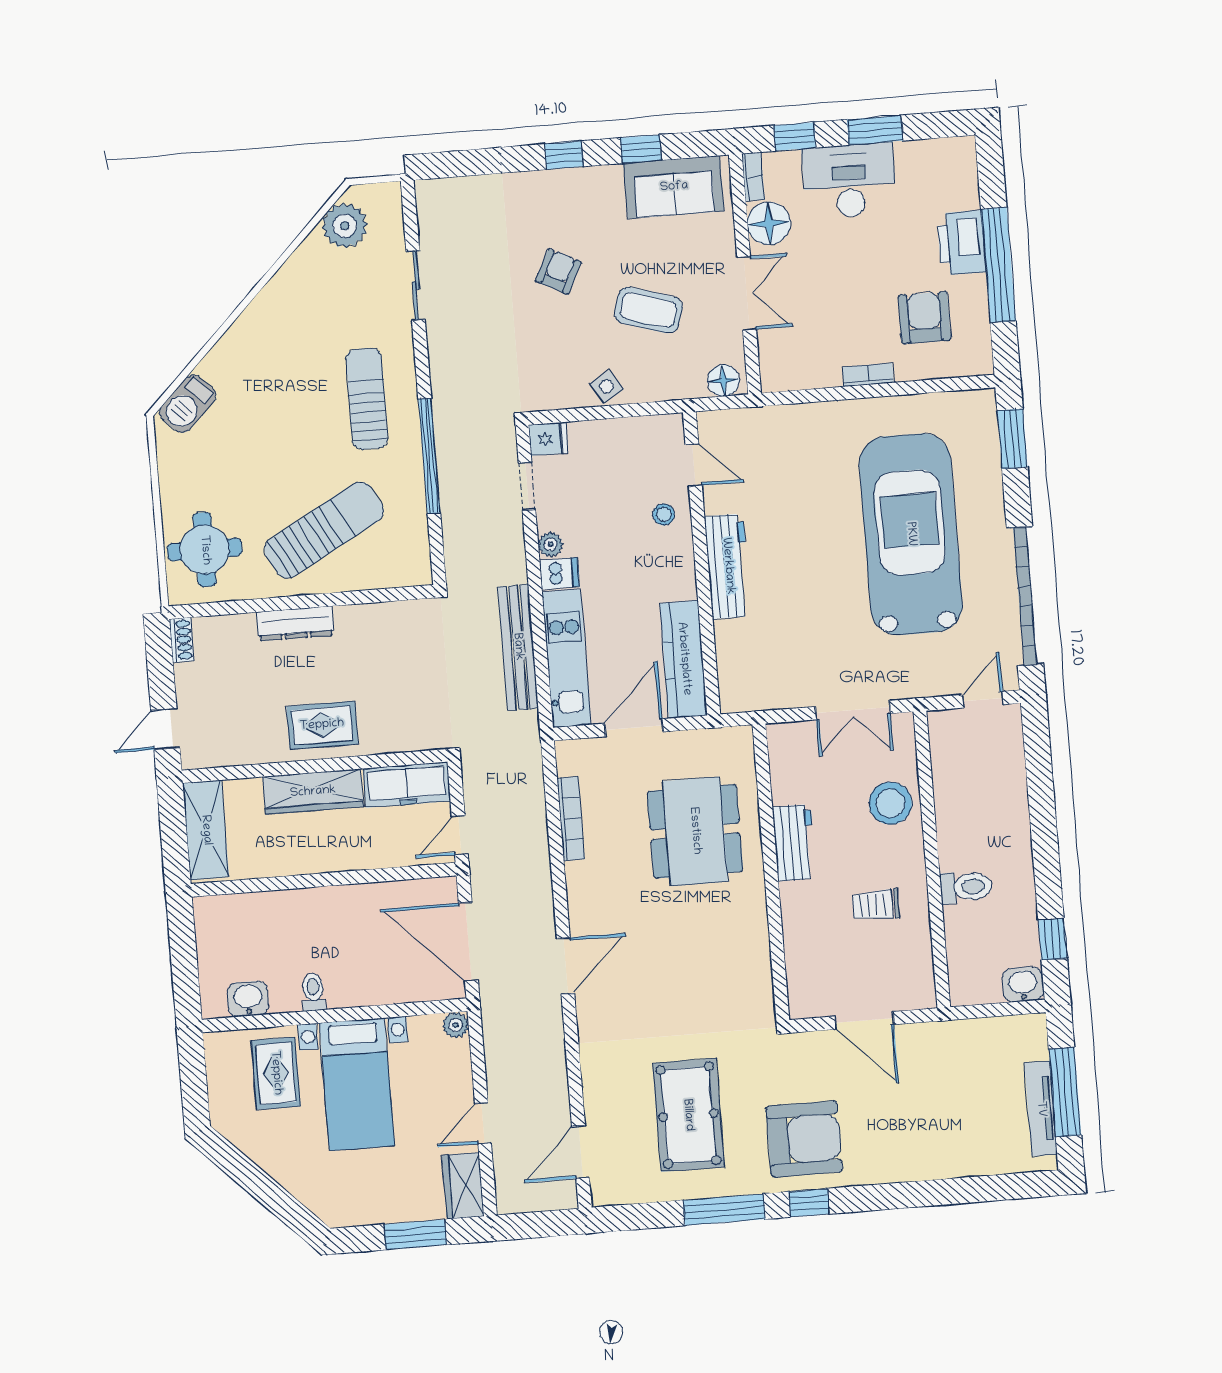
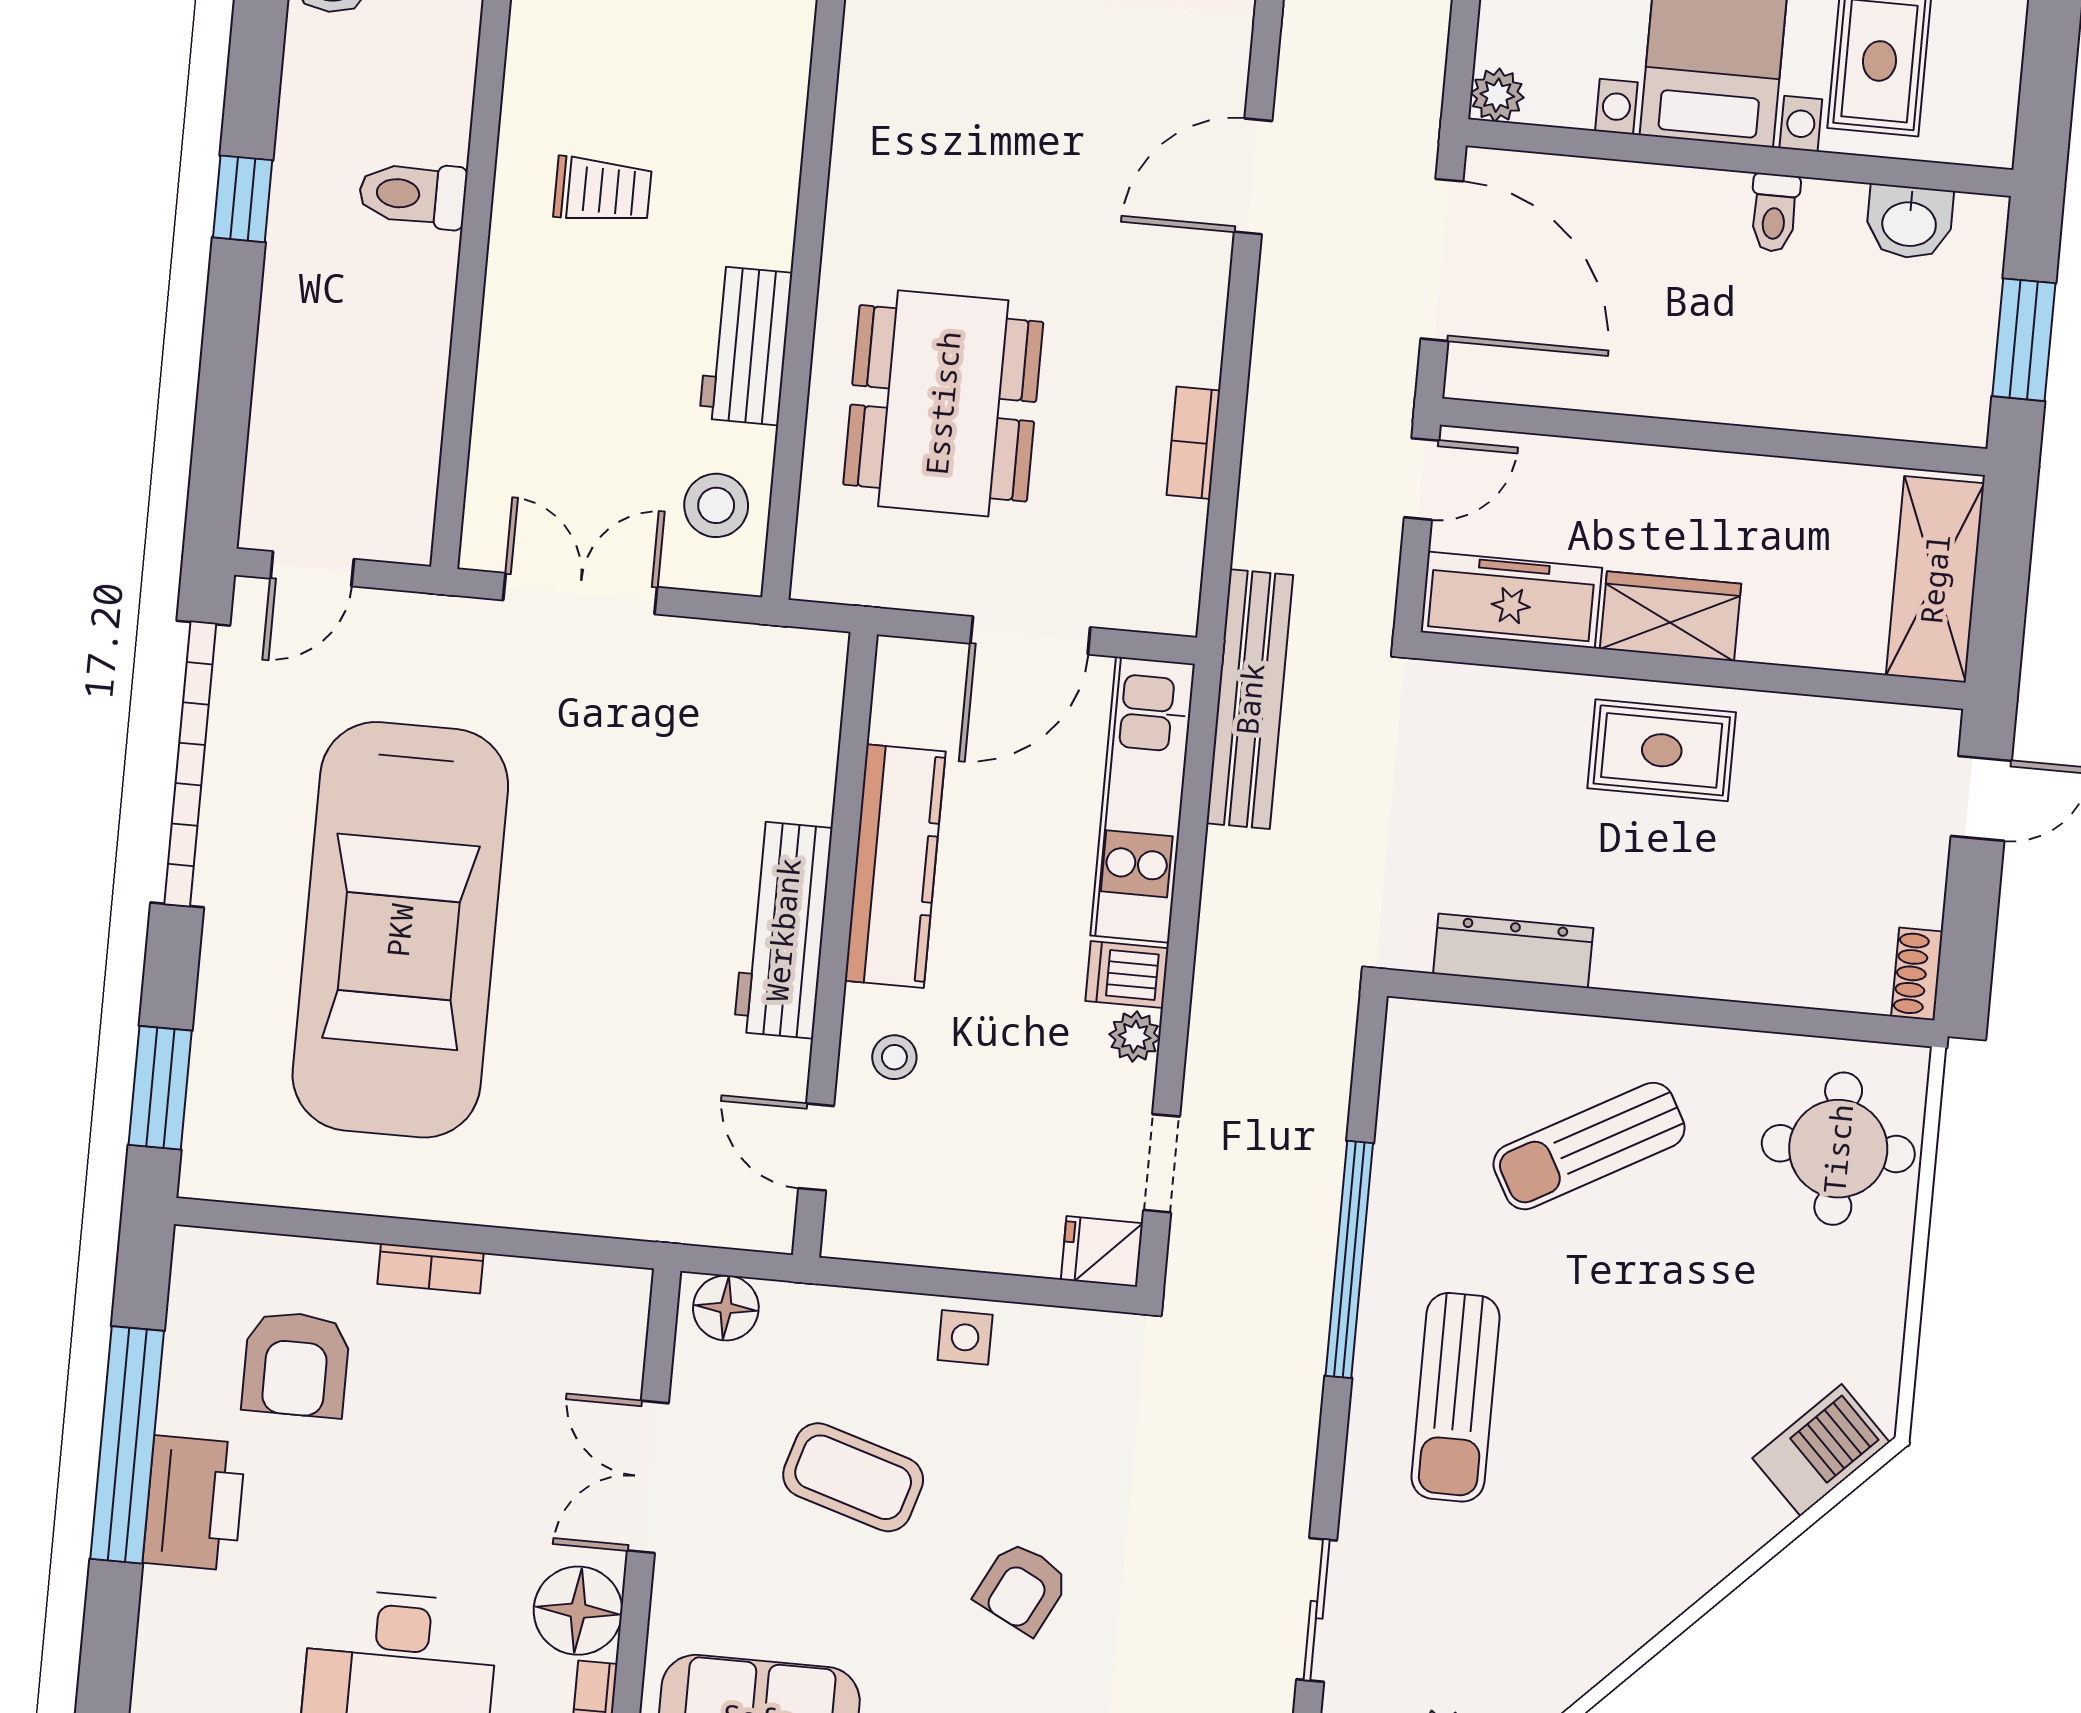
side table: (606, 386) -> (965, 1337), turned 31
sun lounger: (324, 530) -> (1589, 1146), width x0.73, depth x0.75
dresser: (295, 624) -> (1513, 951), moved
bench: (518, 647) -> (1250, 699), moved
kitchen counter: (684, 659) -> (895, 866), moved
wardrobe: (313, 792) -> (1670, 616), width x0.67
stool: (890, 803) -> (716, 505), moved, width x0.73, depth x0.73
bookcase: (571, 819) -> (1193, 443), width x0.64
window: (1053, 939) -> (243, 199), moved
window: (183, 952) -> (2024, 340), added

